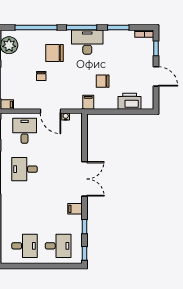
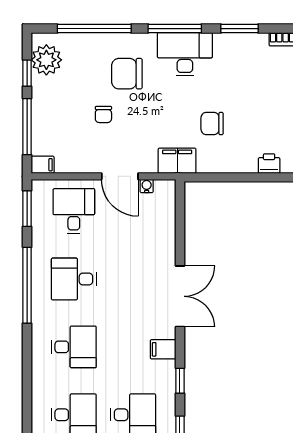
printer: (130, 101) -> (269, 164), width x0.53, depth x0.68
filing cabinet: (88, 102) -> (177, 161), width x2.00
desk: (25, 207) -> (74, 347), added

